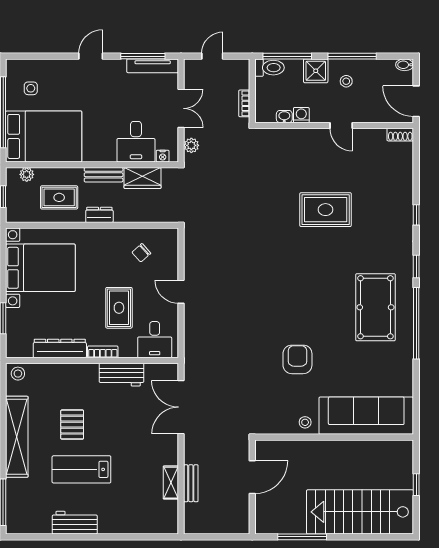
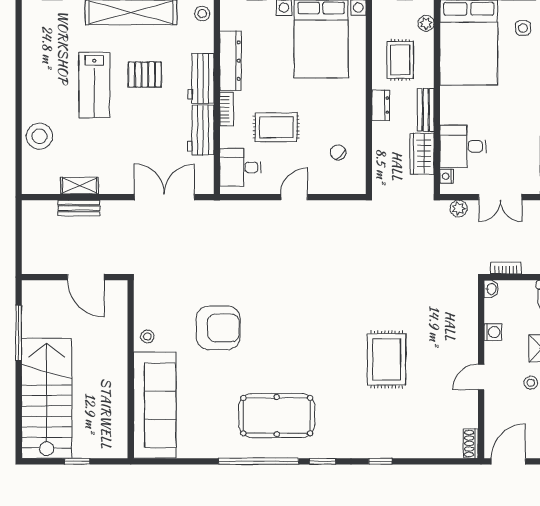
washbasin: (284, 117) -> (491, 289), moved
armchair: (297, 359) -> (218, 328), width x1.36, depth x1.36
lab bench: (81, 469) -> (94, 85), turned 180
stool: (127, 518) -> (39, 136), added
workbench: (75, 523) -> (201, 78), moved, turned 180

